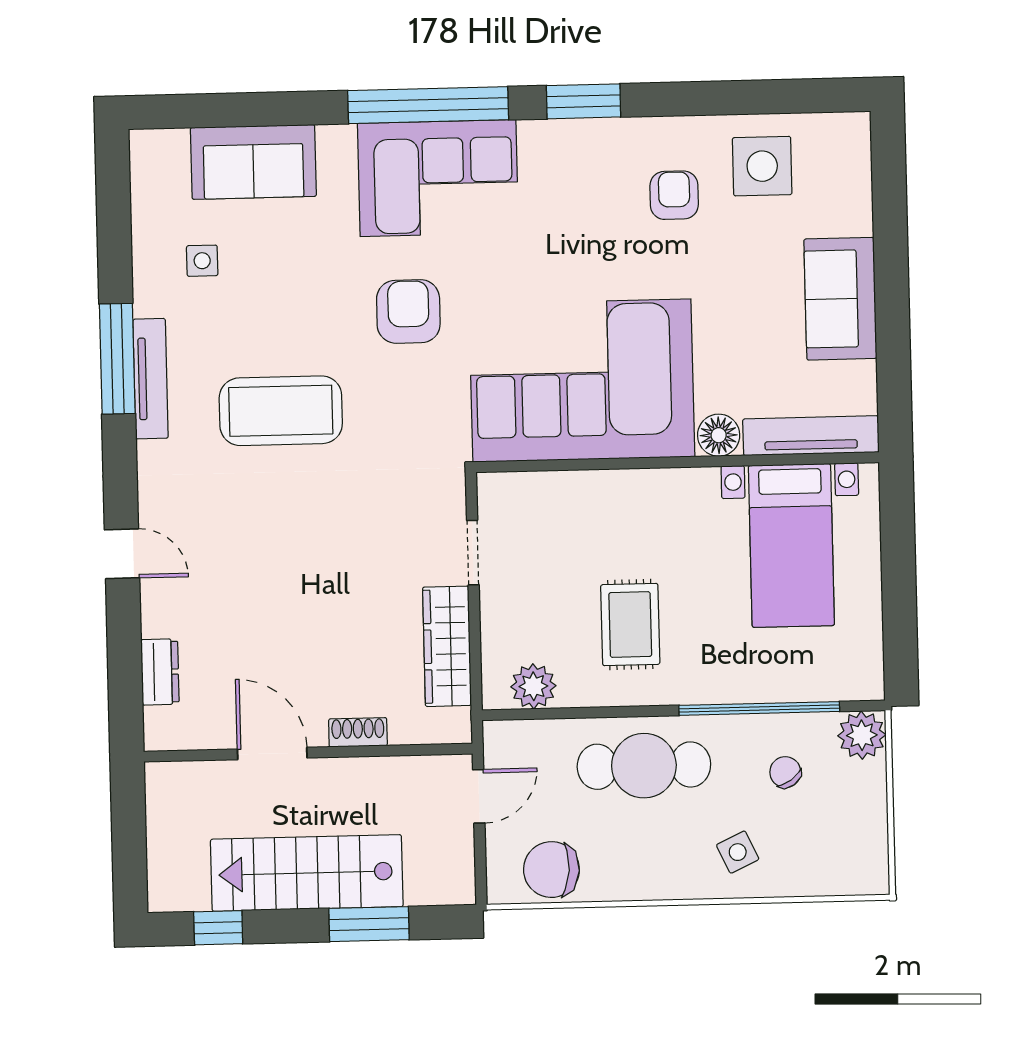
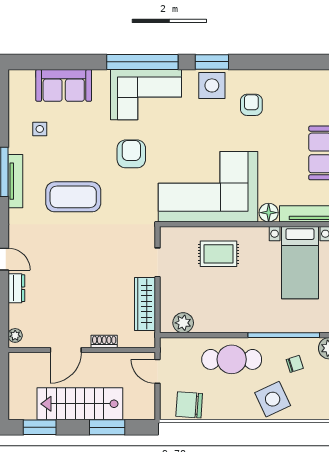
side table: (762, 166) -> (212, 85), moved
rug: (630, 625) -> (218, 254), moved, turned 90
dresser: (160, 672) -> (16, 288), moved
plant: (158, 724) -> (15, 335), added
door: (272, 753) -> (66, 350), swing flipped
chair: (785, 772) -> (295, 364), turned 107
door: (479, 796) -> (158, 371), swing flipped
side table: (738, 852) -> (273, 399), width x1.87, depth x1.87
window: (218, 928) -> (40, 427), width x1.50

